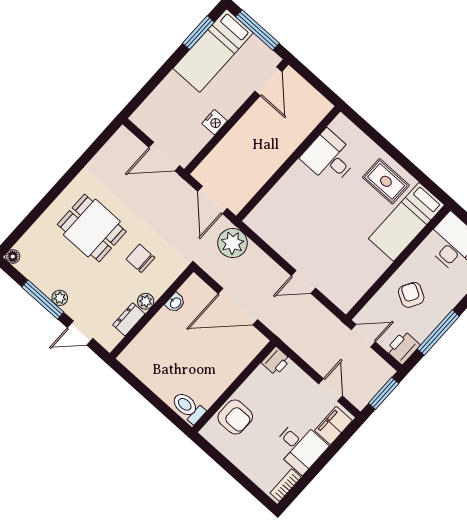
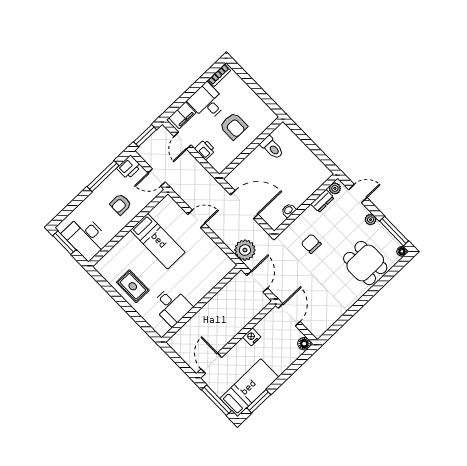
floor lamp: (140, 118) -> (304, 344), added
door: (164, 157) -> (289, 315), hinge flipped
bed: (406, 222) -> (158, 241), moved, turned 90
dining table: (92, 228) -> (365, 263), moved
chair: (140, 258) -> (311, 244), turned 180
armchair: (411, 295) -> (120, 204), turned 61
window: (43, 300) -> (394, 231), moved
plant: (146, 301) -> (335, 188), moved
printer: (276, 361) -> (205, 150), moved, turned 90
toilet: (188, 407) -> (272, 148), moved
armchair: (235, 417) -> (234, 126), moved, turned 180

